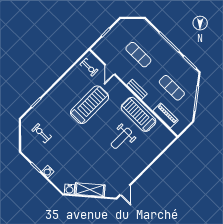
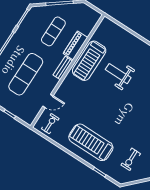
exercise mat: (138, 55) -> (26, 74), width x1.36, depth x1.45
treadmill: (90, 105) -> (91, 142), moved
piano: (166, 116) -> (75, 45), moved
weight bench: (121, 138) -> (118, 74), turned 180

